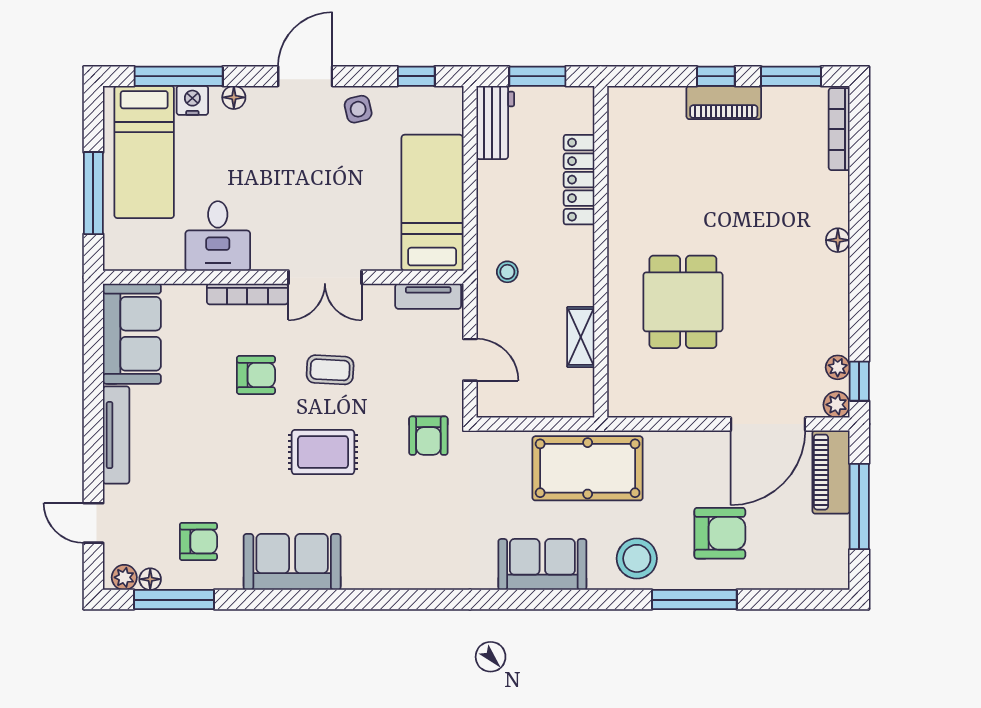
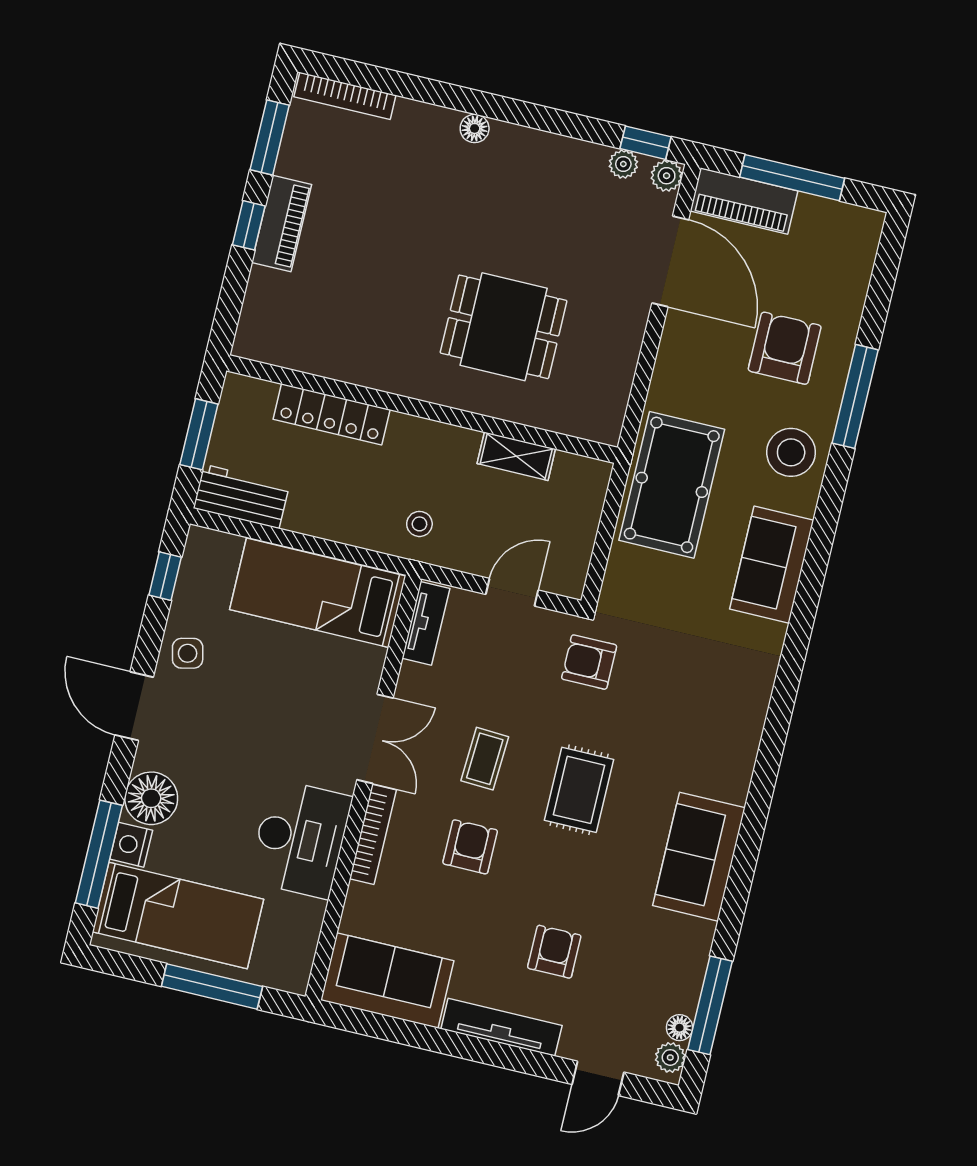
floor lamp: (234, 97) -> (151, 798), width x1.89, depth x1.89
desk: (218, 236) -> (300, 839), width x1.37
armchair: (428, 436) -> (589, 662), turned 180
armchair: (198, 541) -> (554, 952), moved

